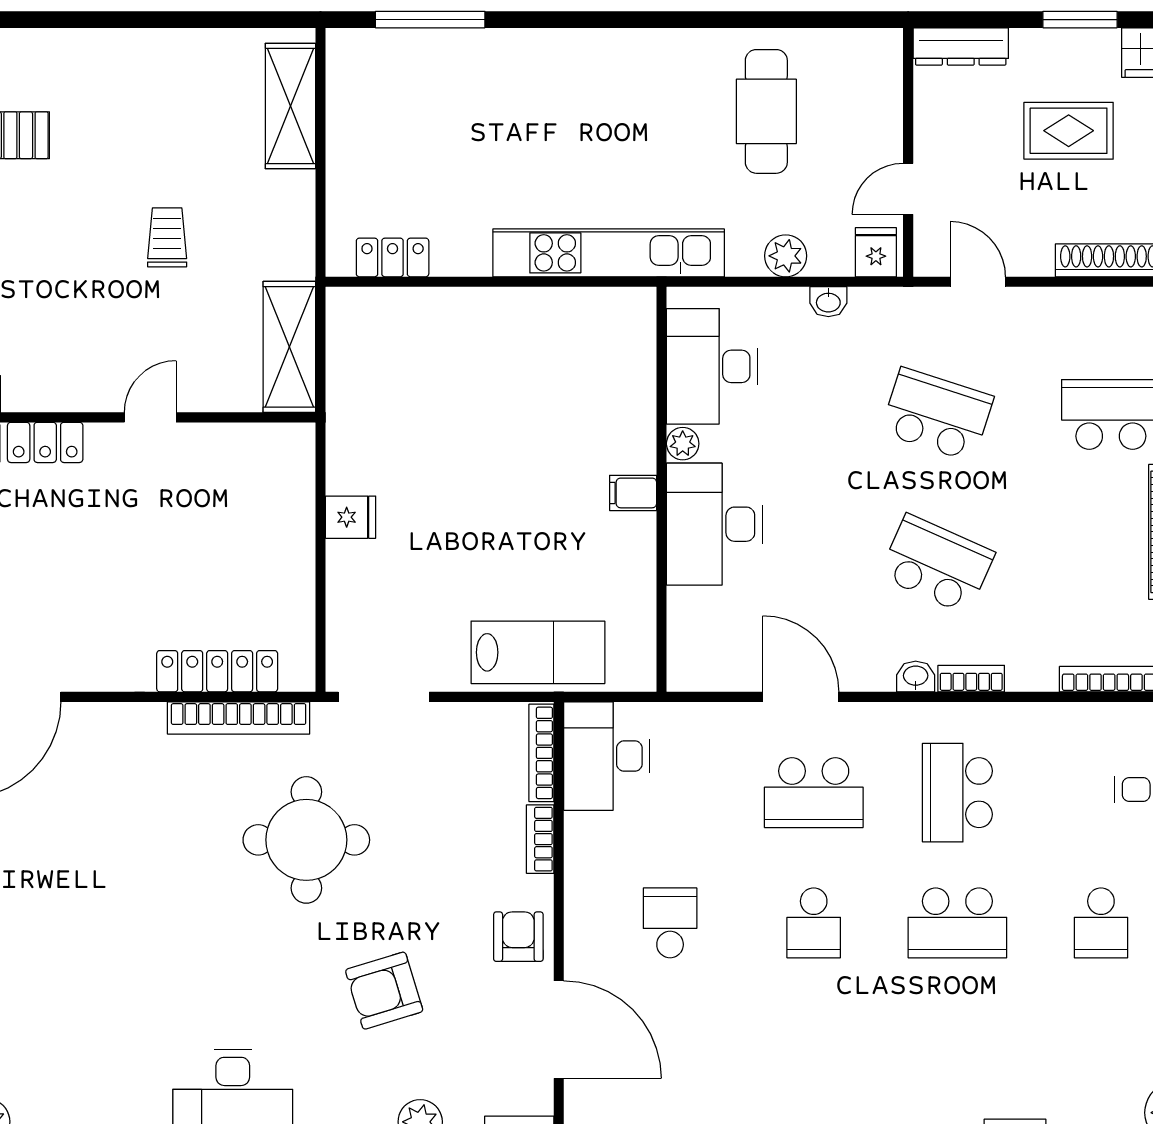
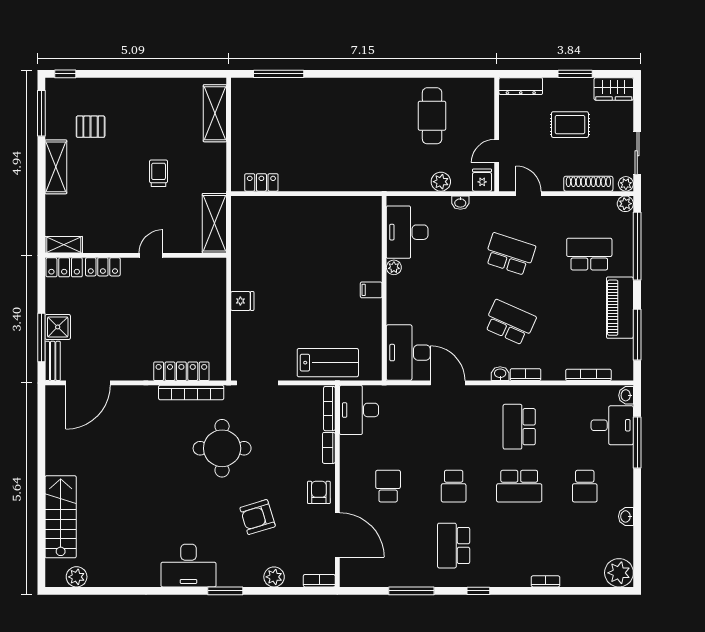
kitchen unit: (609, 253) -> (360, 180), removed
desk: (714, 524) -> (408, 353), moved
school desk: (814, 793) -> (454, 546), moved, turned 90

